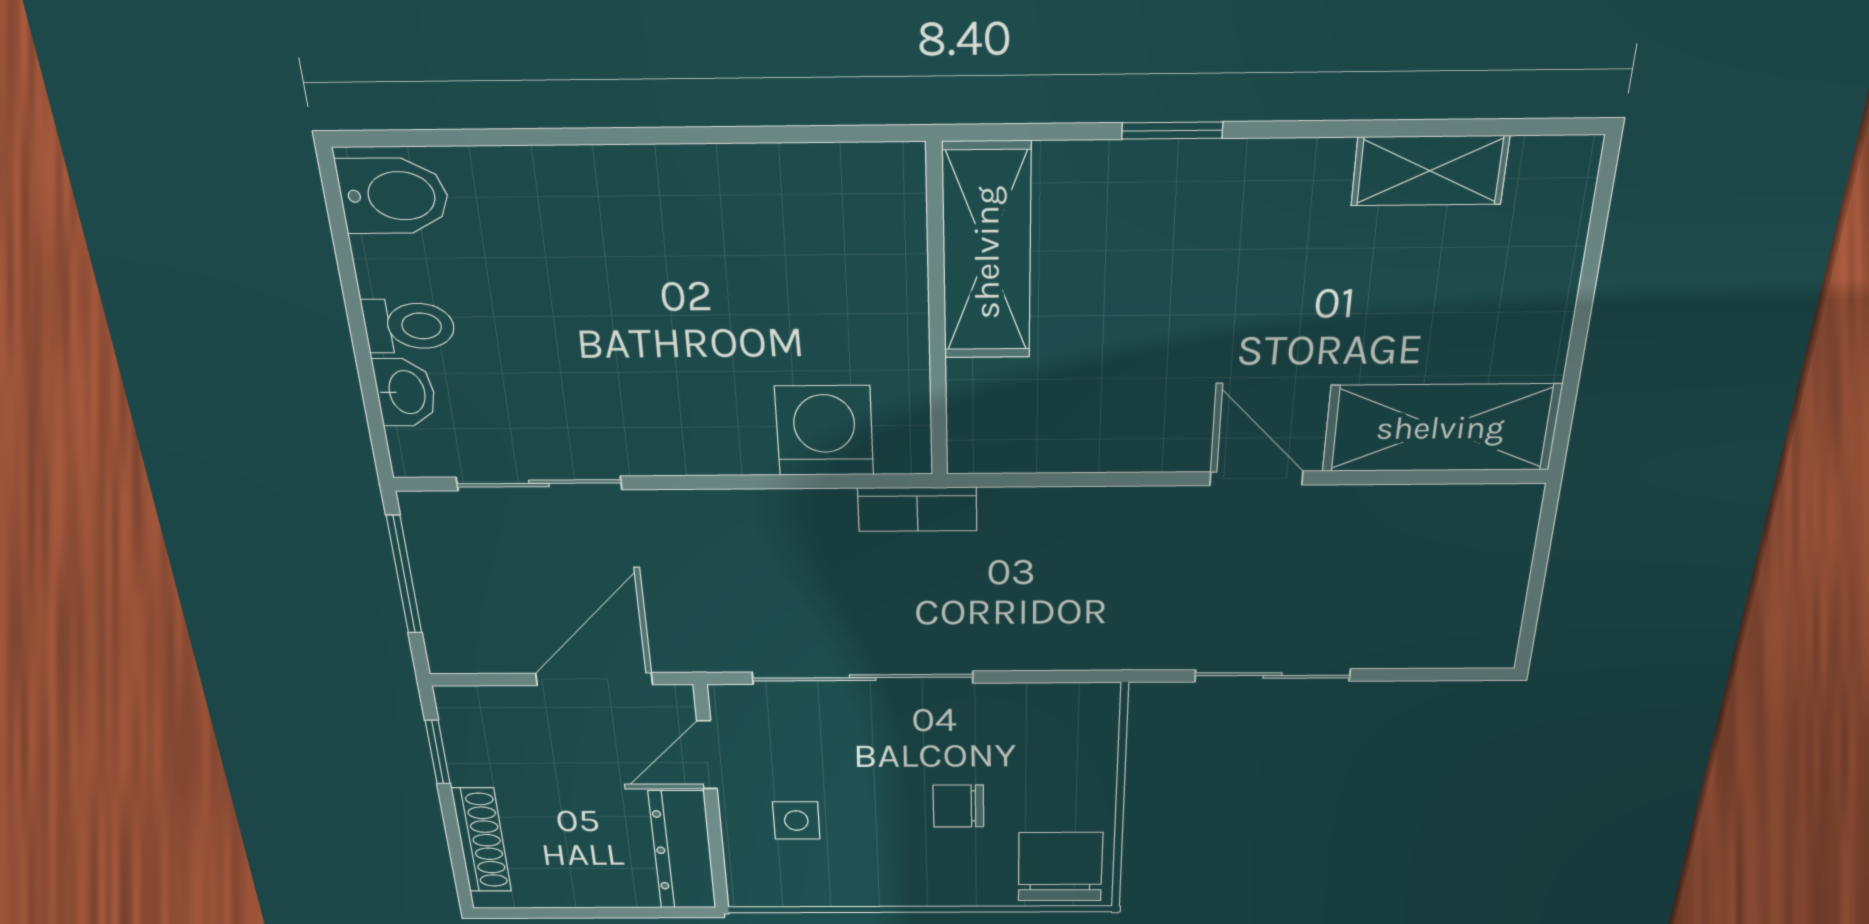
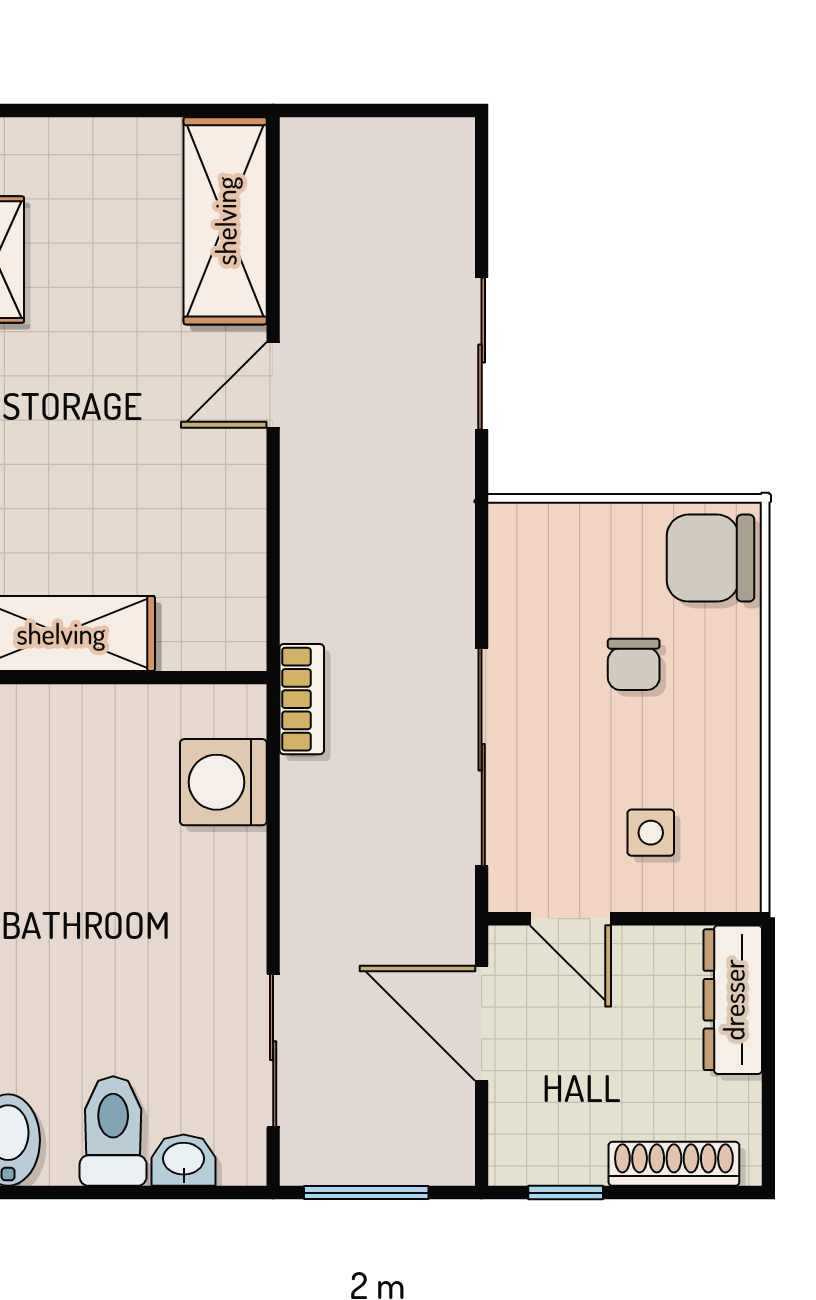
toilet: (409, 326) -> (113, 1131), width x1.37, depth x1.39
dresser: (682, 850) -> (733, 1000), moved, turned 90

